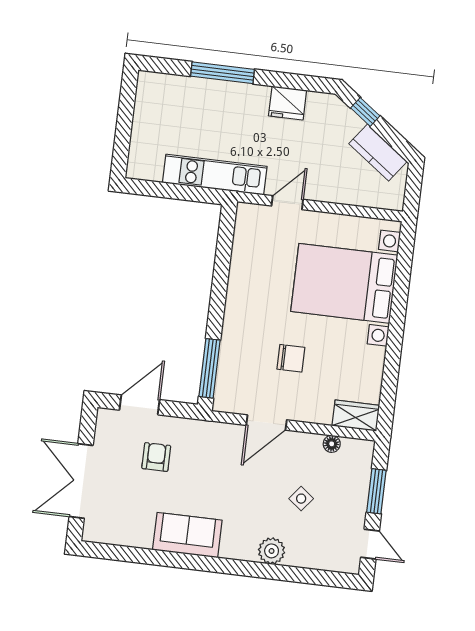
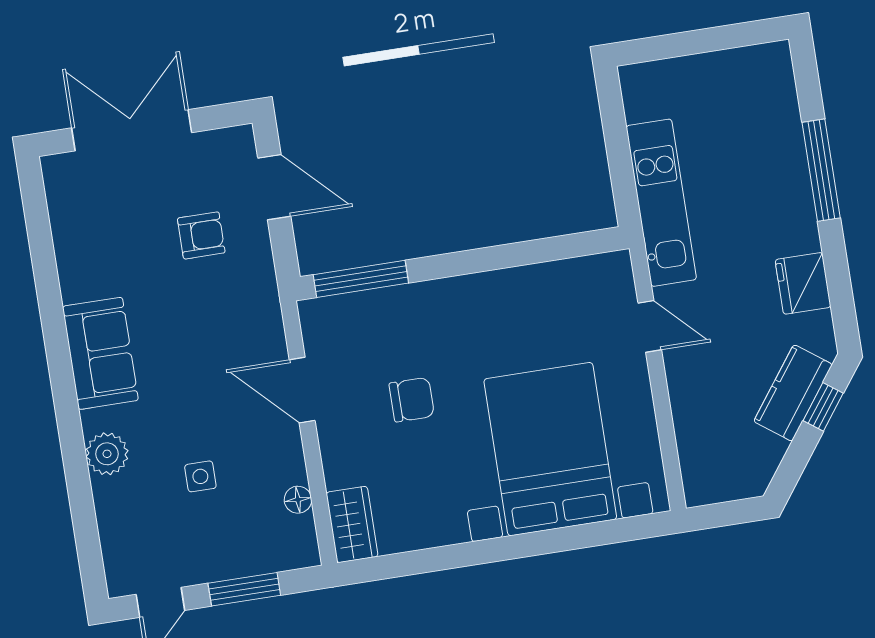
kitchen counter: (378, 153) -> (793, 393), moved
chair: (291, 358) -> (412, 400), turned -90
side table: (301, 499) -> (200, 476), turned -38
sofa: (187, 535) -> (100, 353), moved

